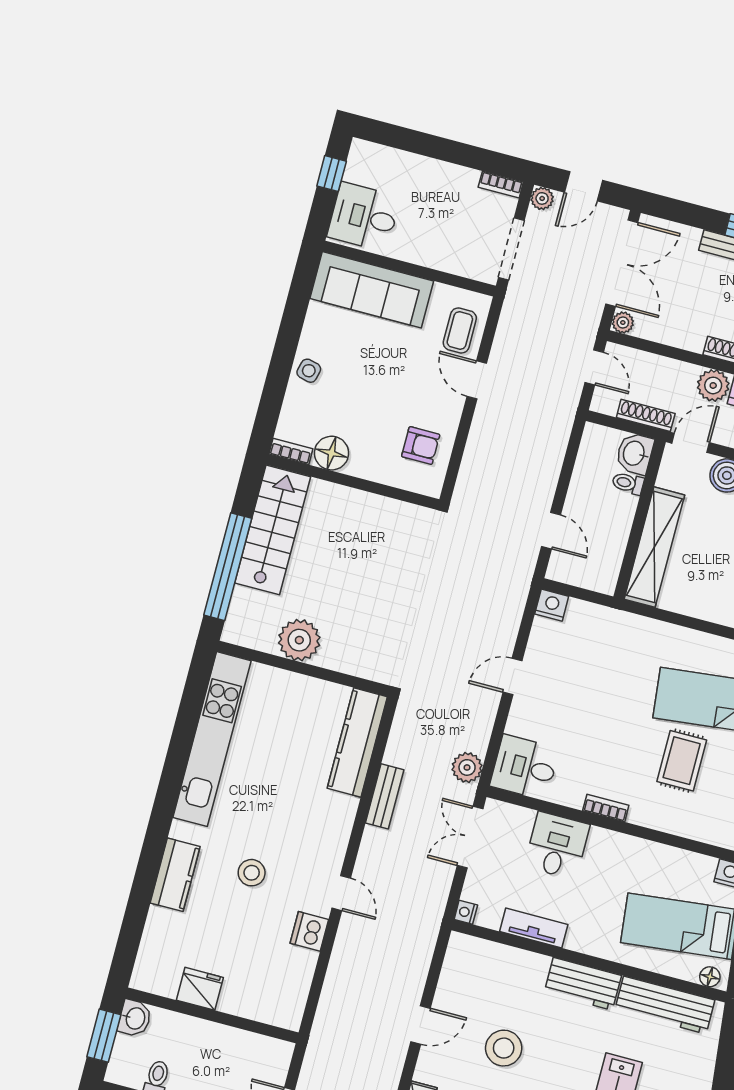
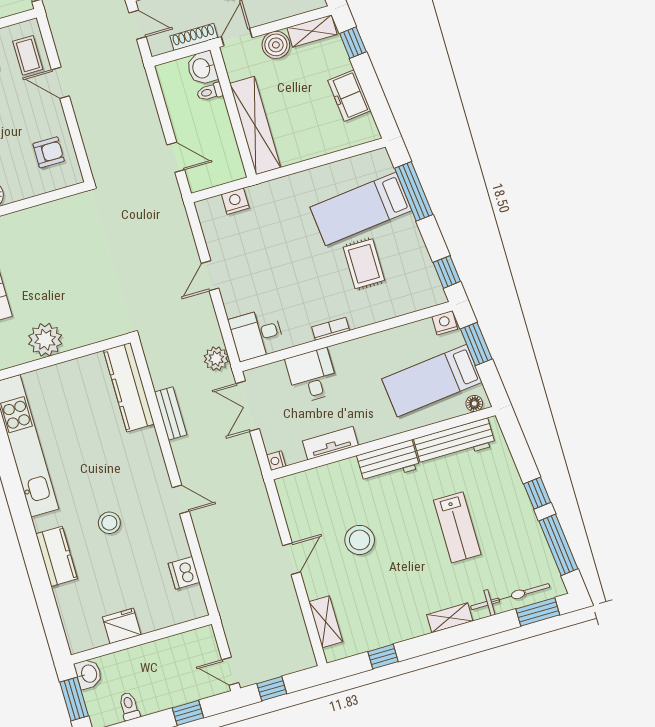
nightstand: (552, 605) -> (235, 201), moved
dishwasher: (309, 931) -> (184, 573), moved

